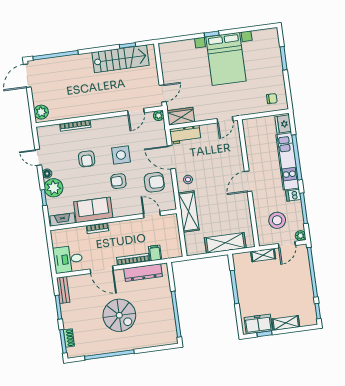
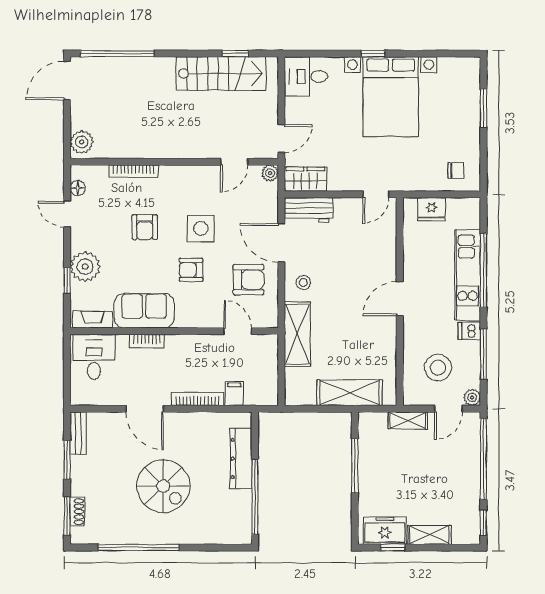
desk: (173, 54) -> (306, 76), added
fridge: (283, 124) -> (432, 209), moved, turned -90
floor lamp: (47, 174) -> (78, 188), moved
desk: (68, 259) -> (94, 357), moved, turned 90
dresser: (143, 273) -> (241, 459), moved, turned 90

